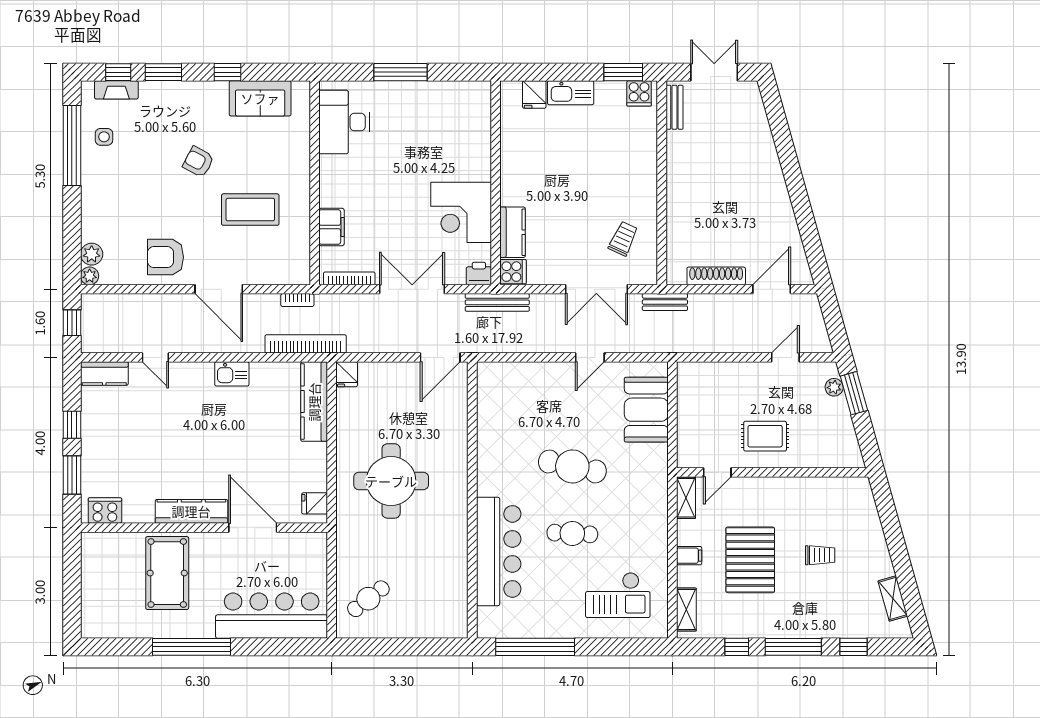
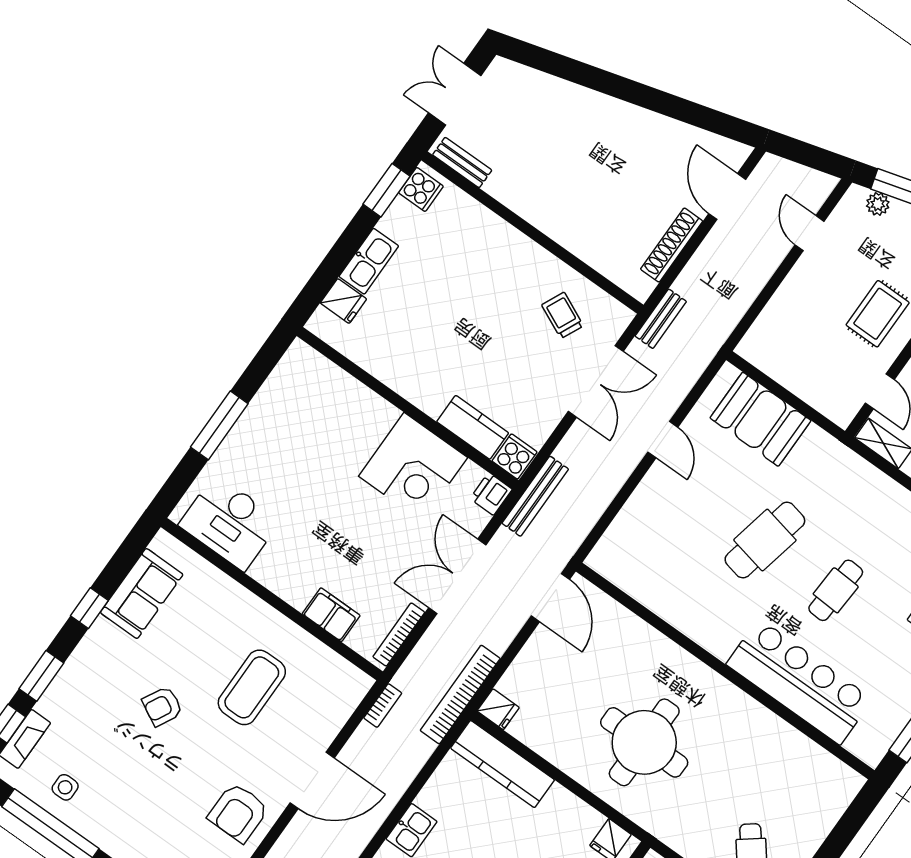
bookcase: (306, 344) -> (460, 695), moved

